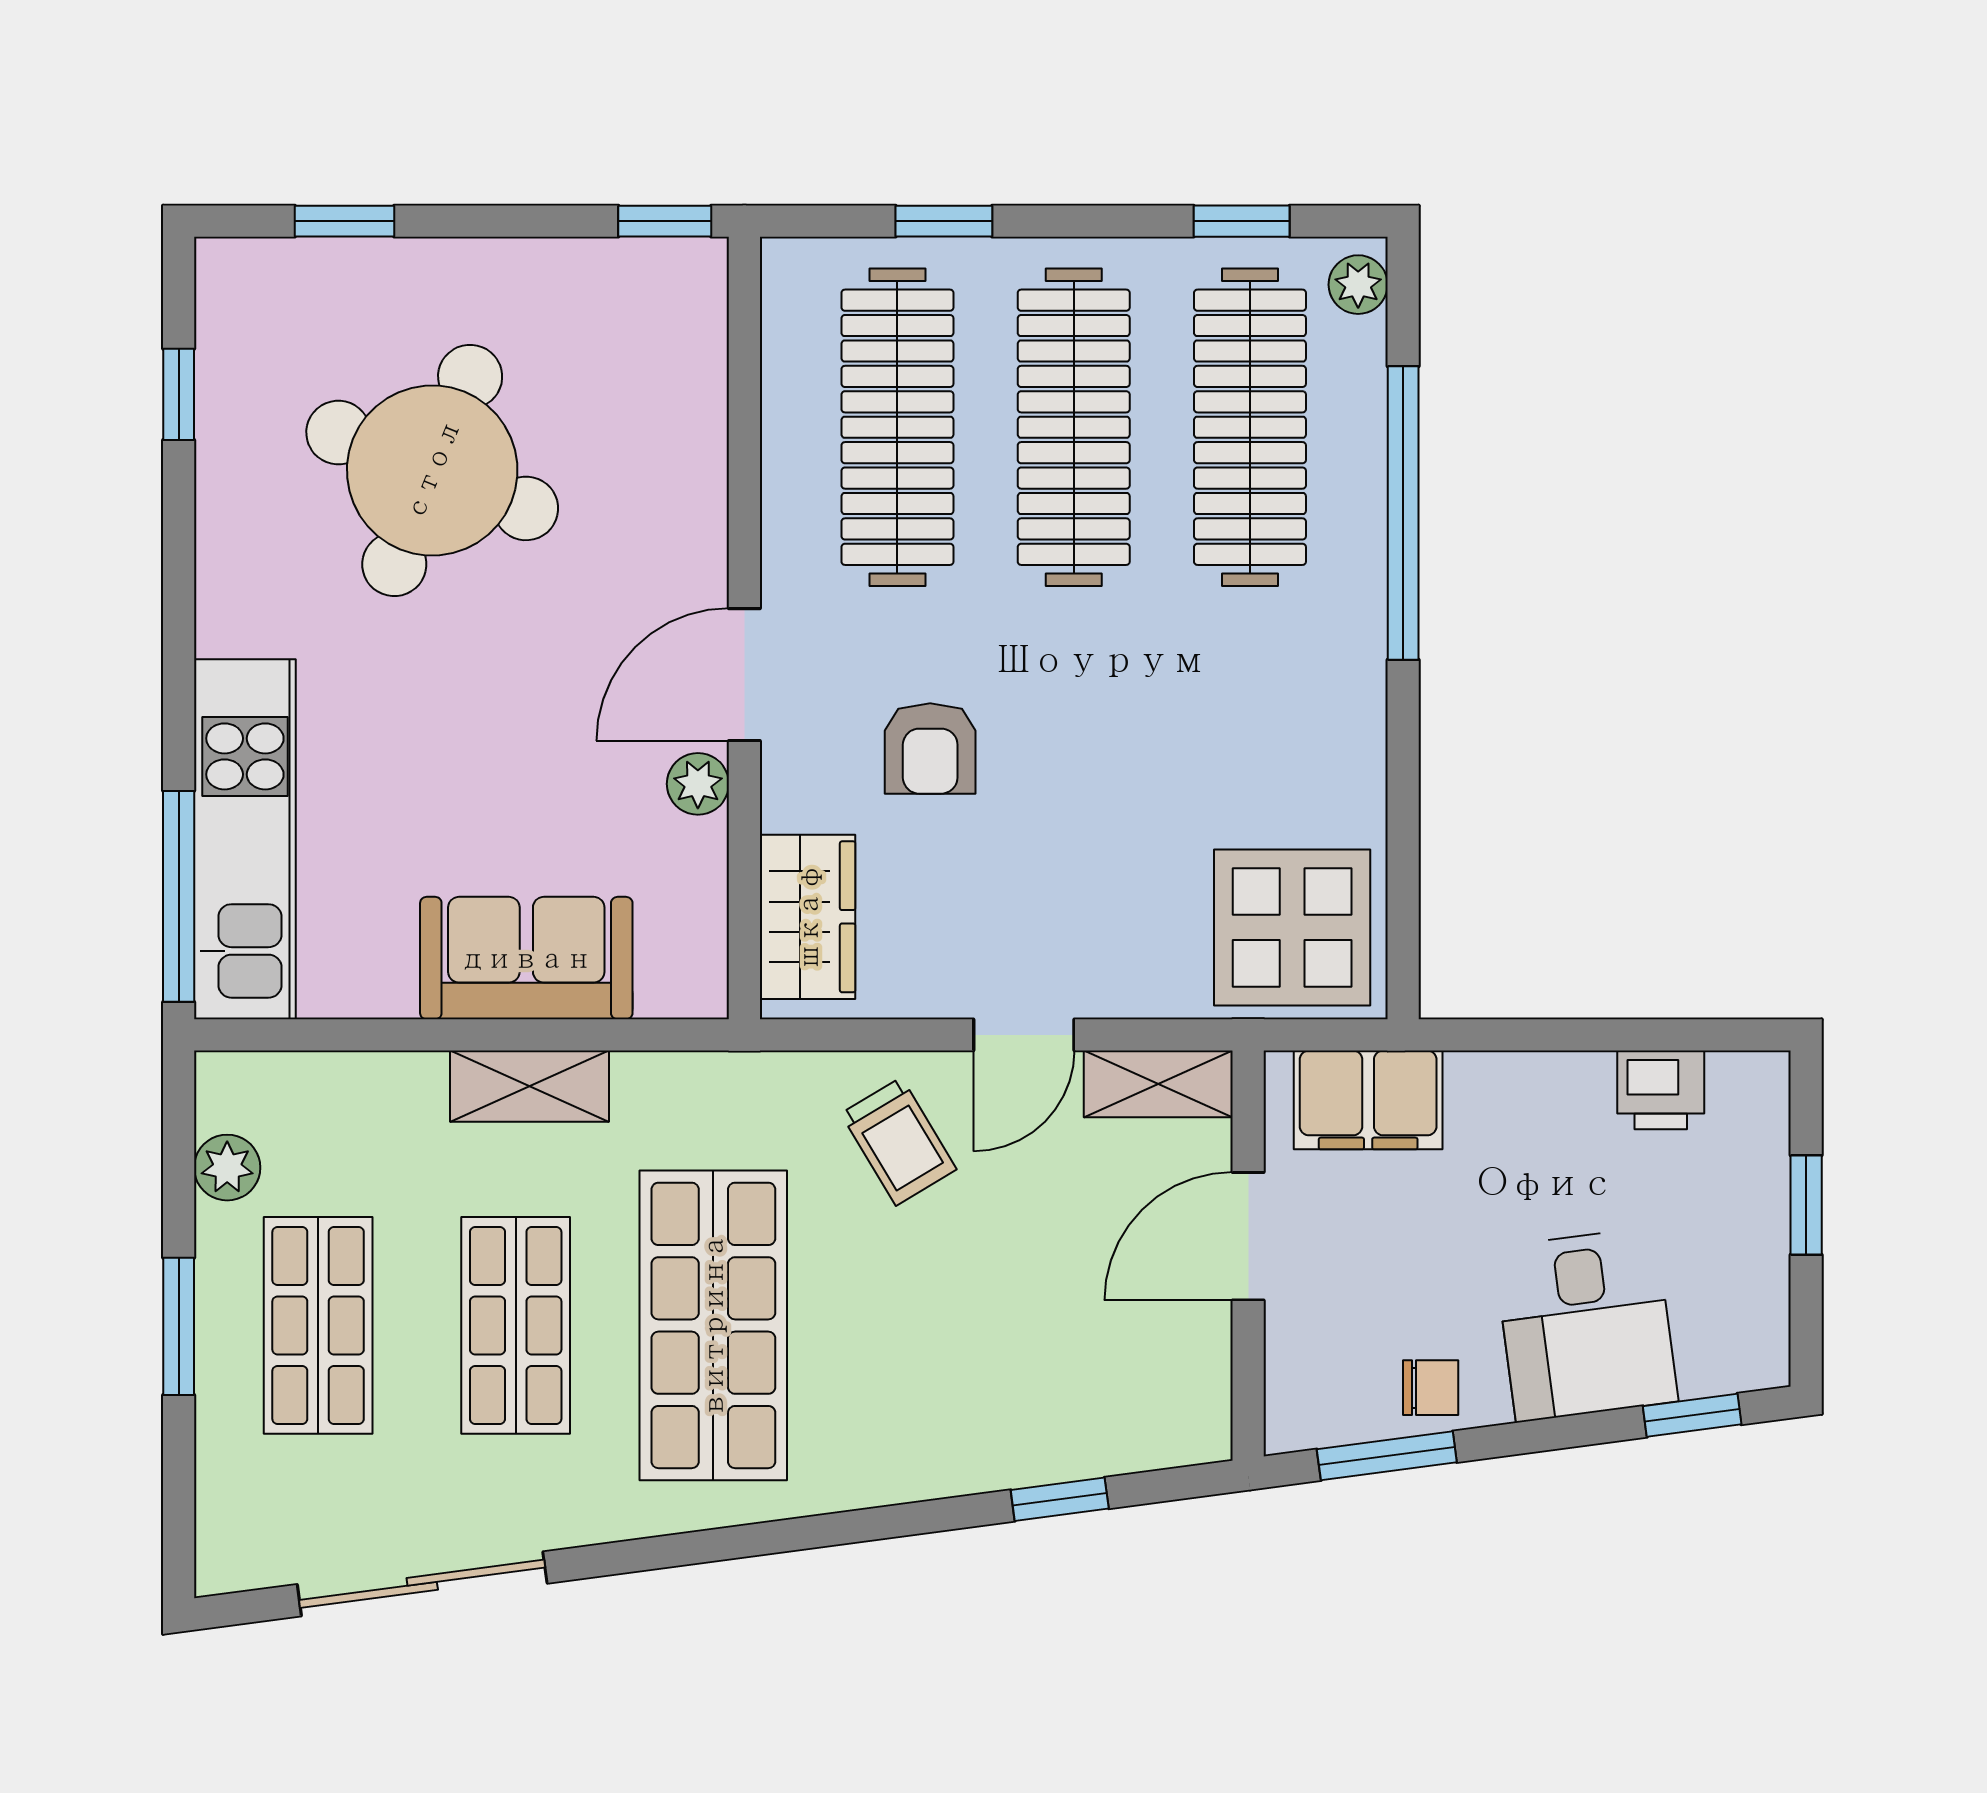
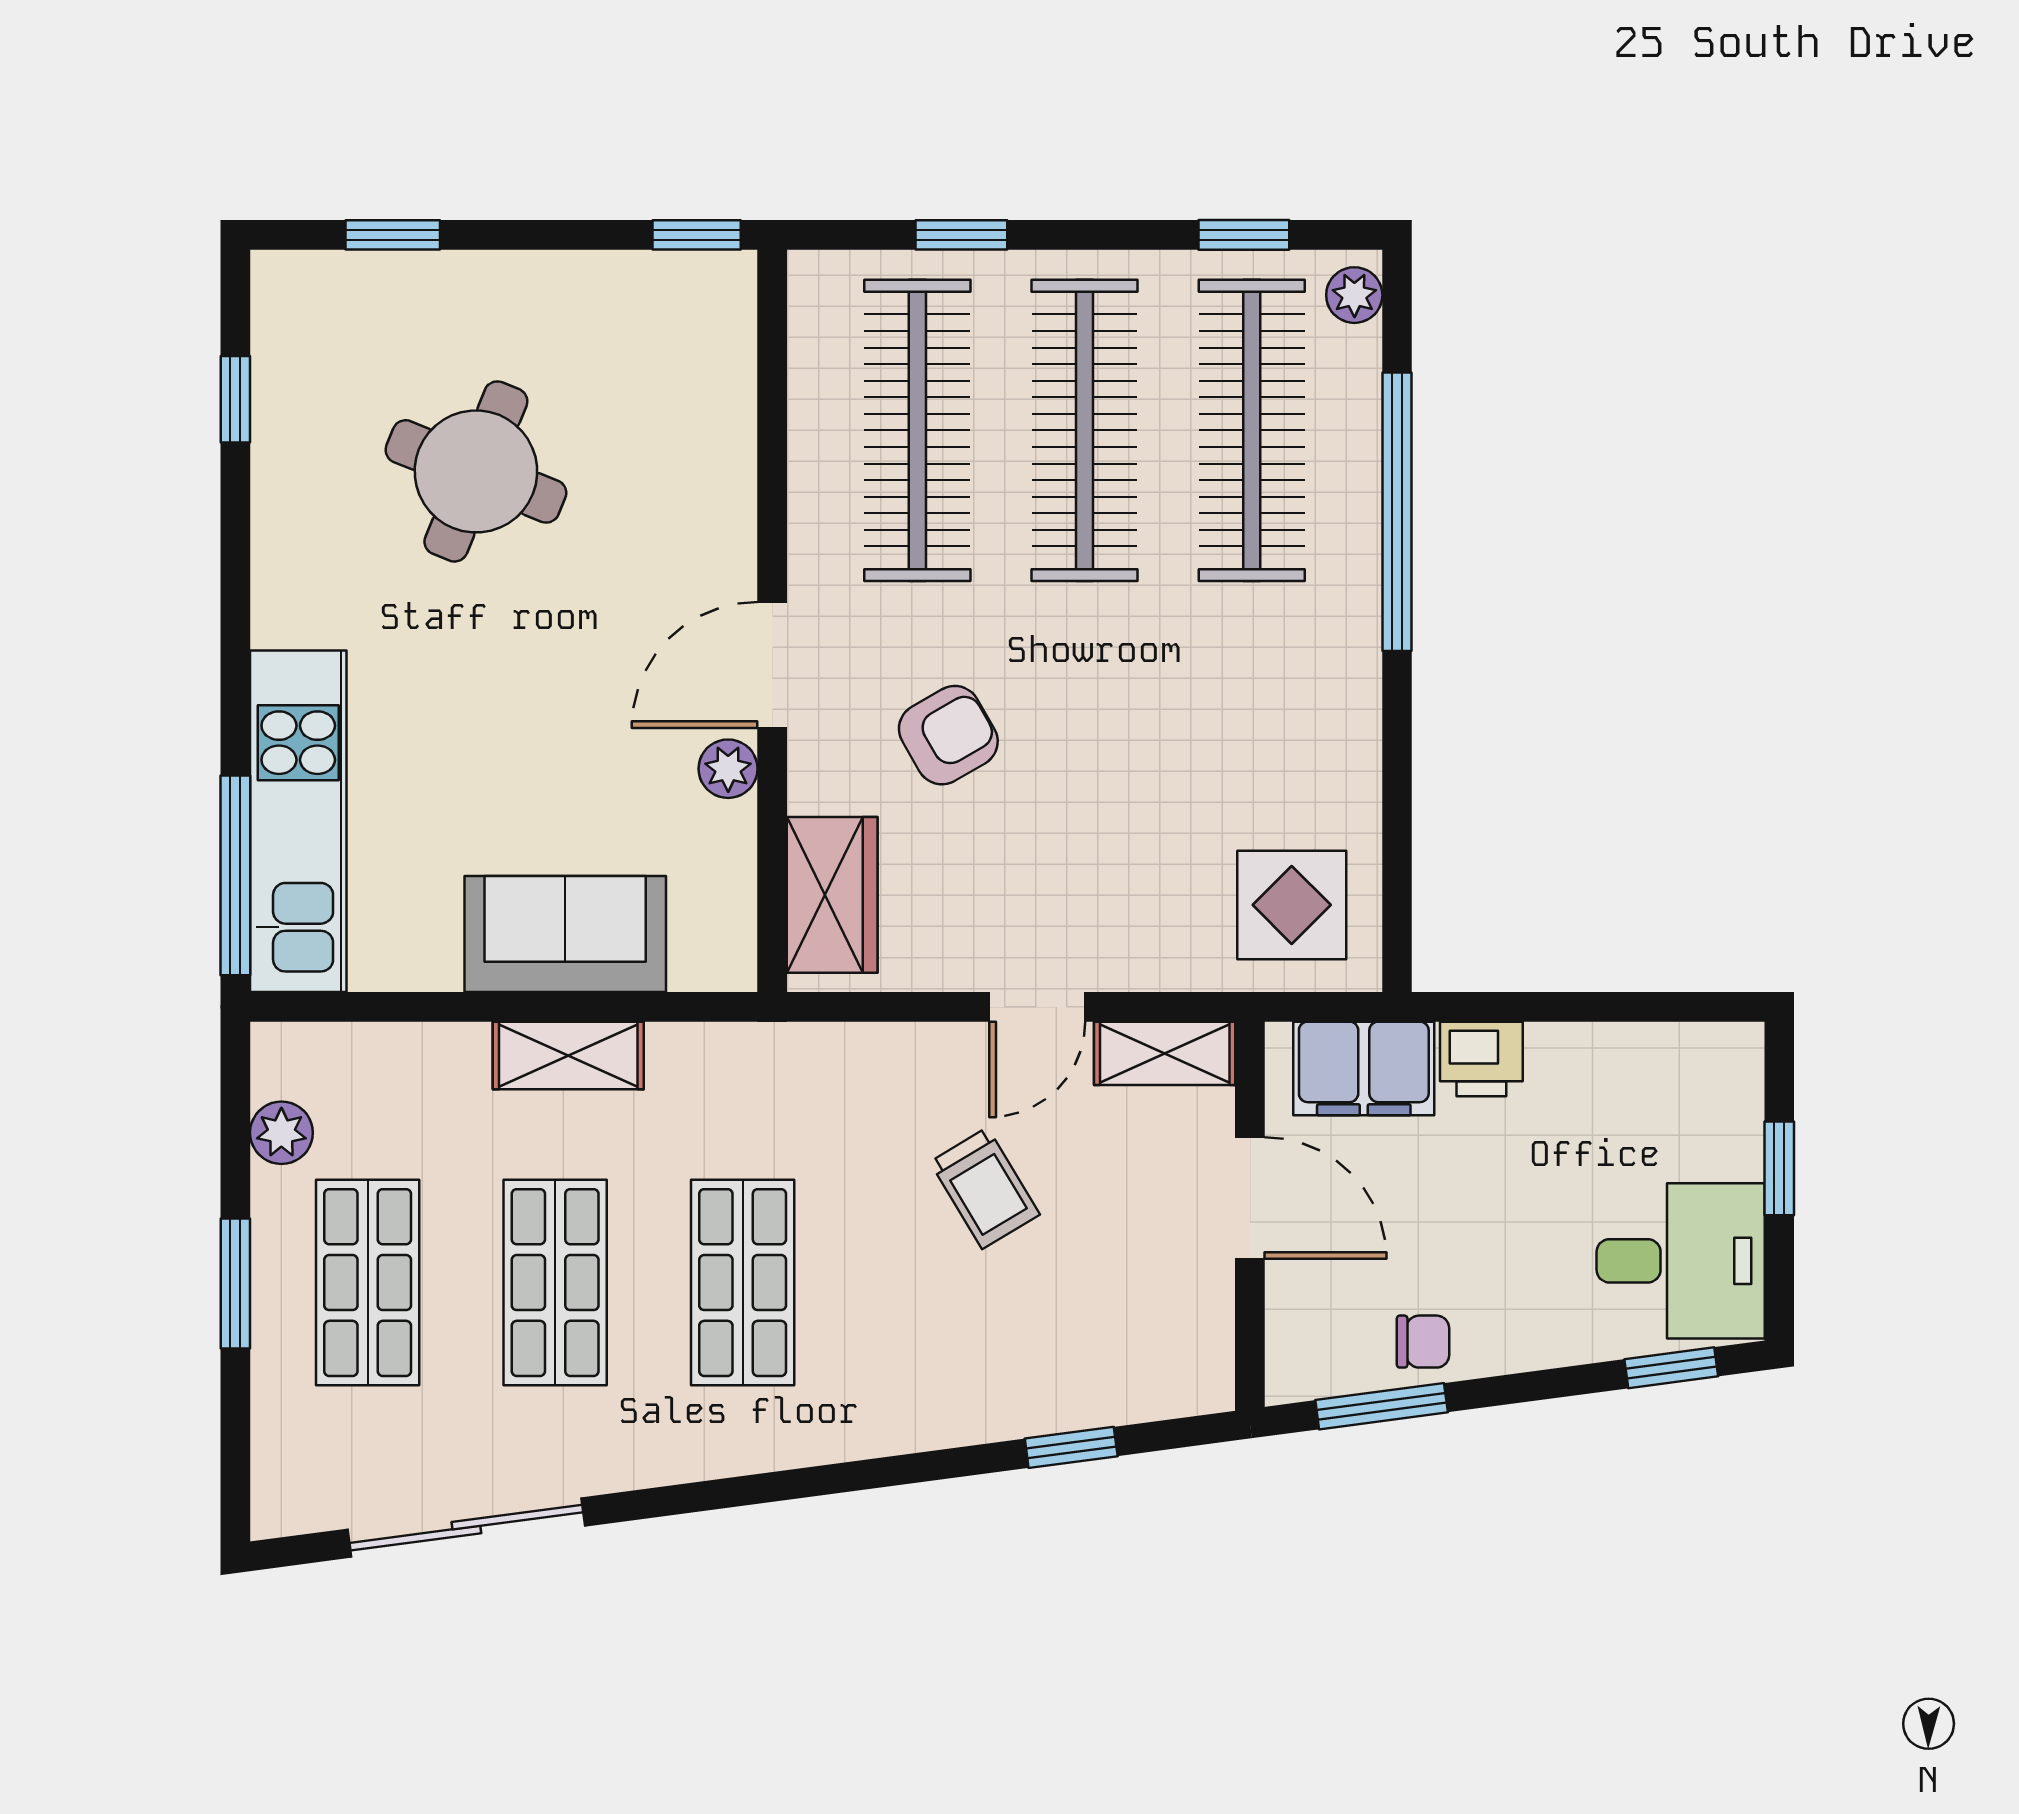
round table: (432, 470) -> (476, 471), width x0.73, depth x0.73
armchair: (930, 748) -> (948, 735), turned -120
display table: (1292, 927) -> (1292, 905), width x0.73, depth x0.73
printer: (1661, 1090) -> (1481, 1059), moved
trolley: (899, 1141) -> (985, 1188), moved
door: (1248, 1236) -> (1250, 1198), swing flipped
shop shelf: (713, 1325) -> (743, 1283), width x0.70, depth x0.74
desk: (1586, 1325) -> (1681, 1261), moved, turned -82

